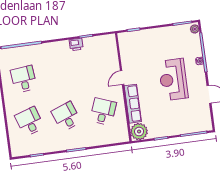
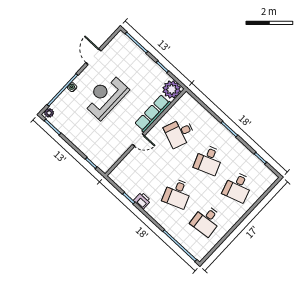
desk: (61, 74) -> (177, 193), added
reception desk: (173, 80) -> (105, 96), turned 180

